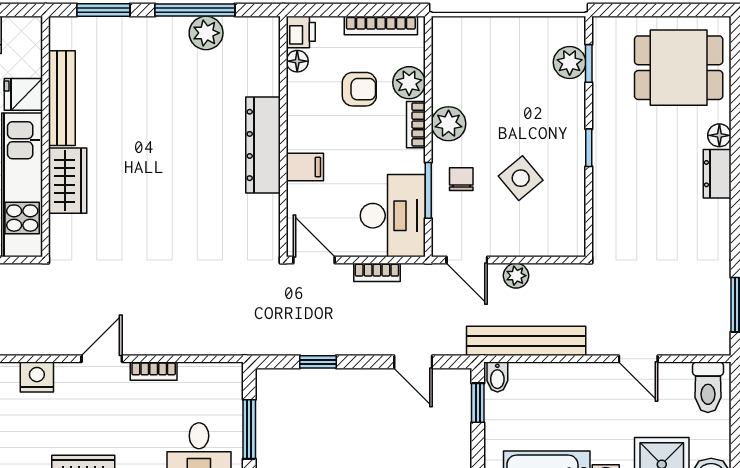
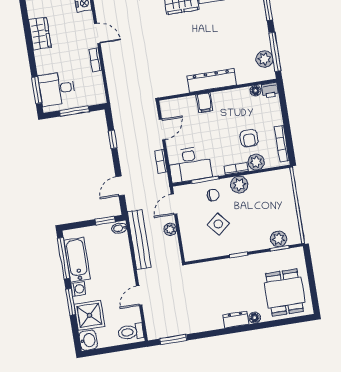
printer: (301, 32) -> (270, 90), moved
floor lamp: (297, 61) -> (255, 91), moved
wall: (283, 137) -> (218, 90), moved
dresser: (263, 145) -> (212, 80), moved
filing cabinet: (305, 167) -> (204, 103), moved

